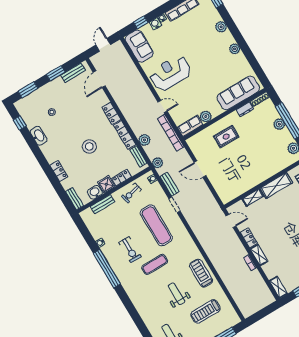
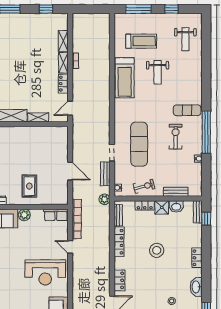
locker: (111, 113) -> (119, 280), moved
plant: (206, 117) -> (24, 215), moved
rug: (226, 137) -> (29, 186), turned 90
plant: (144, 140) -> (104, 227), removed
locker: (59, 171) -> (197, 258), moved
window: (64, 197) -> (206, 219), added
door: (231, 221) -> (70, 108), hinge flipped
exercise mat: (155, 264) -> (187, 110), moved
treadmill: (201, 273) -> (125, 78), width x1.37, depth x1.38
shelving: (278, 287) -> (63, 41), moved

